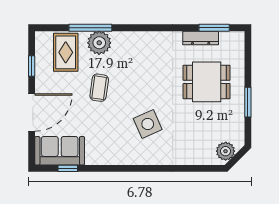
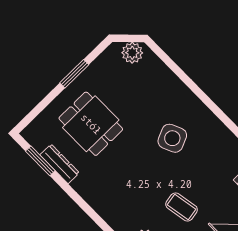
coffee table: (99, 88) -> (182, 207), turned 72

